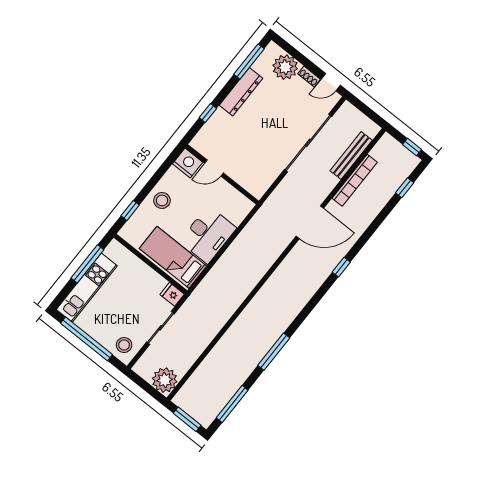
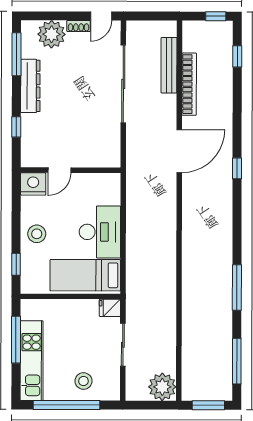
stool: (124, 345) -> (83, 381), moved

